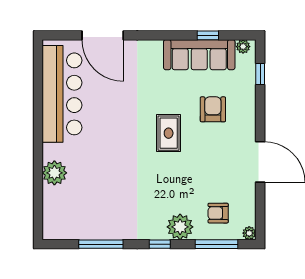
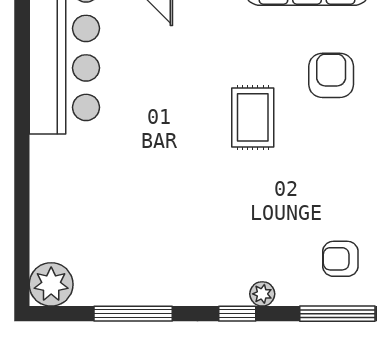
plant: (54, 173) -> (51, 284), moved
plant: (180, 227) -> (262, 294), width x0.53, depth x0.53

